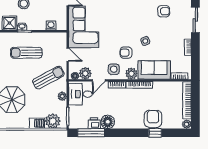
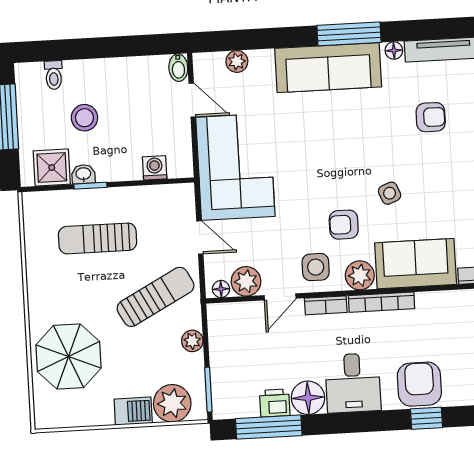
desk: (80, 94) -> (353, 383), moved, turned -90

